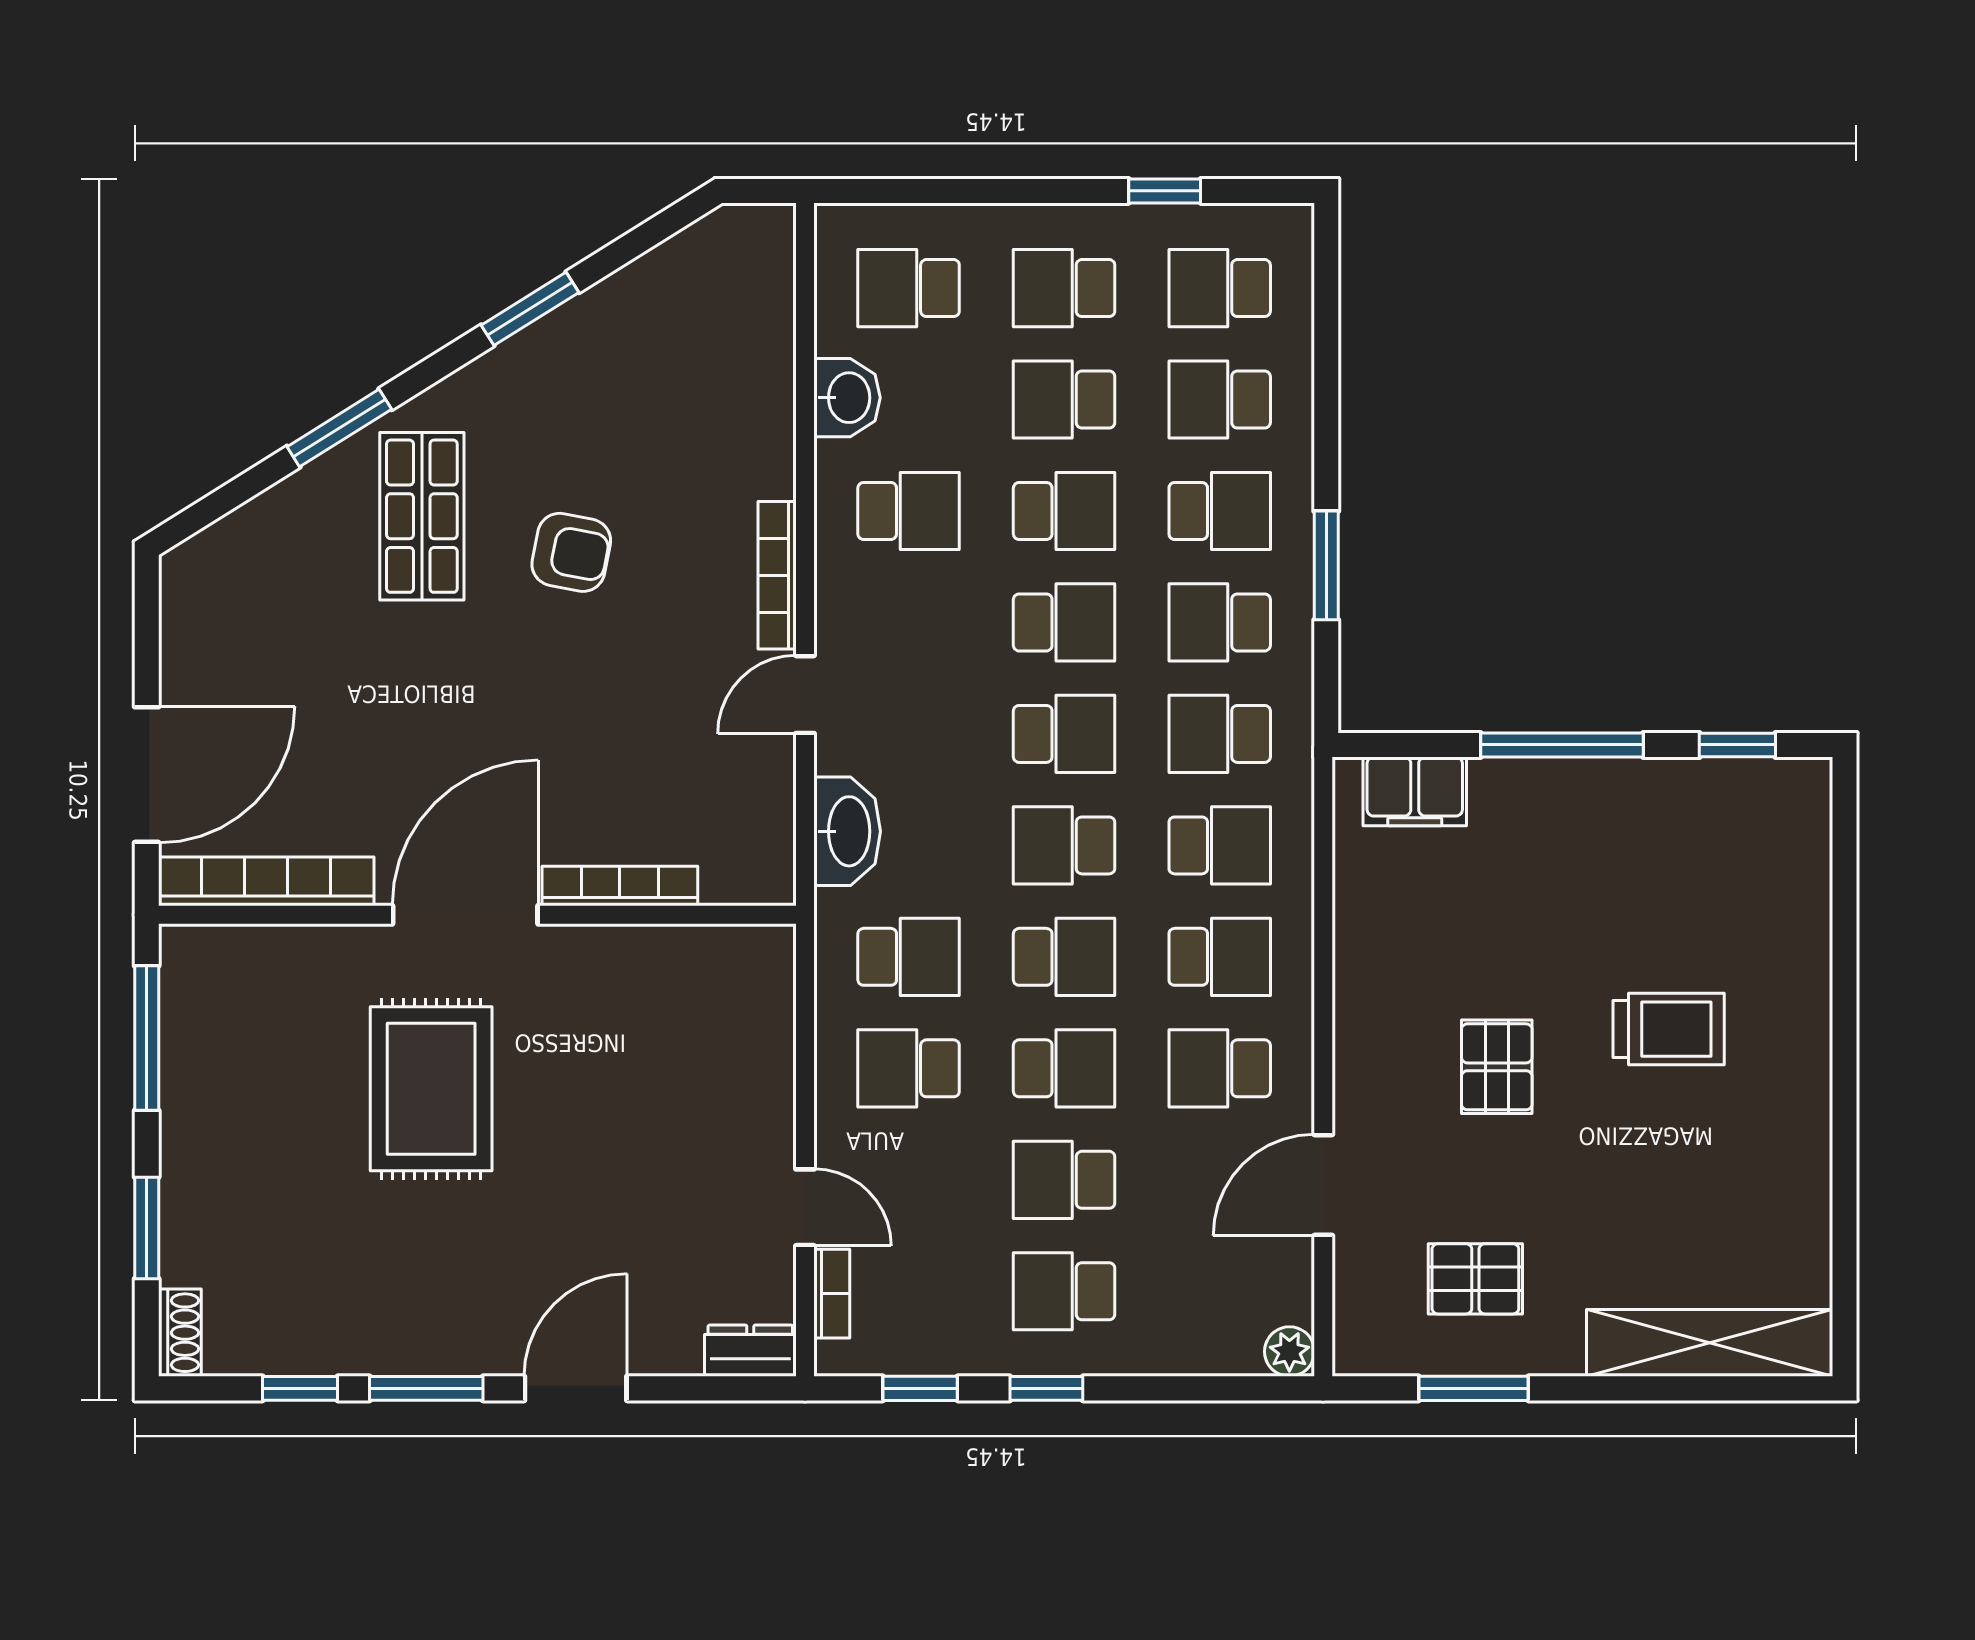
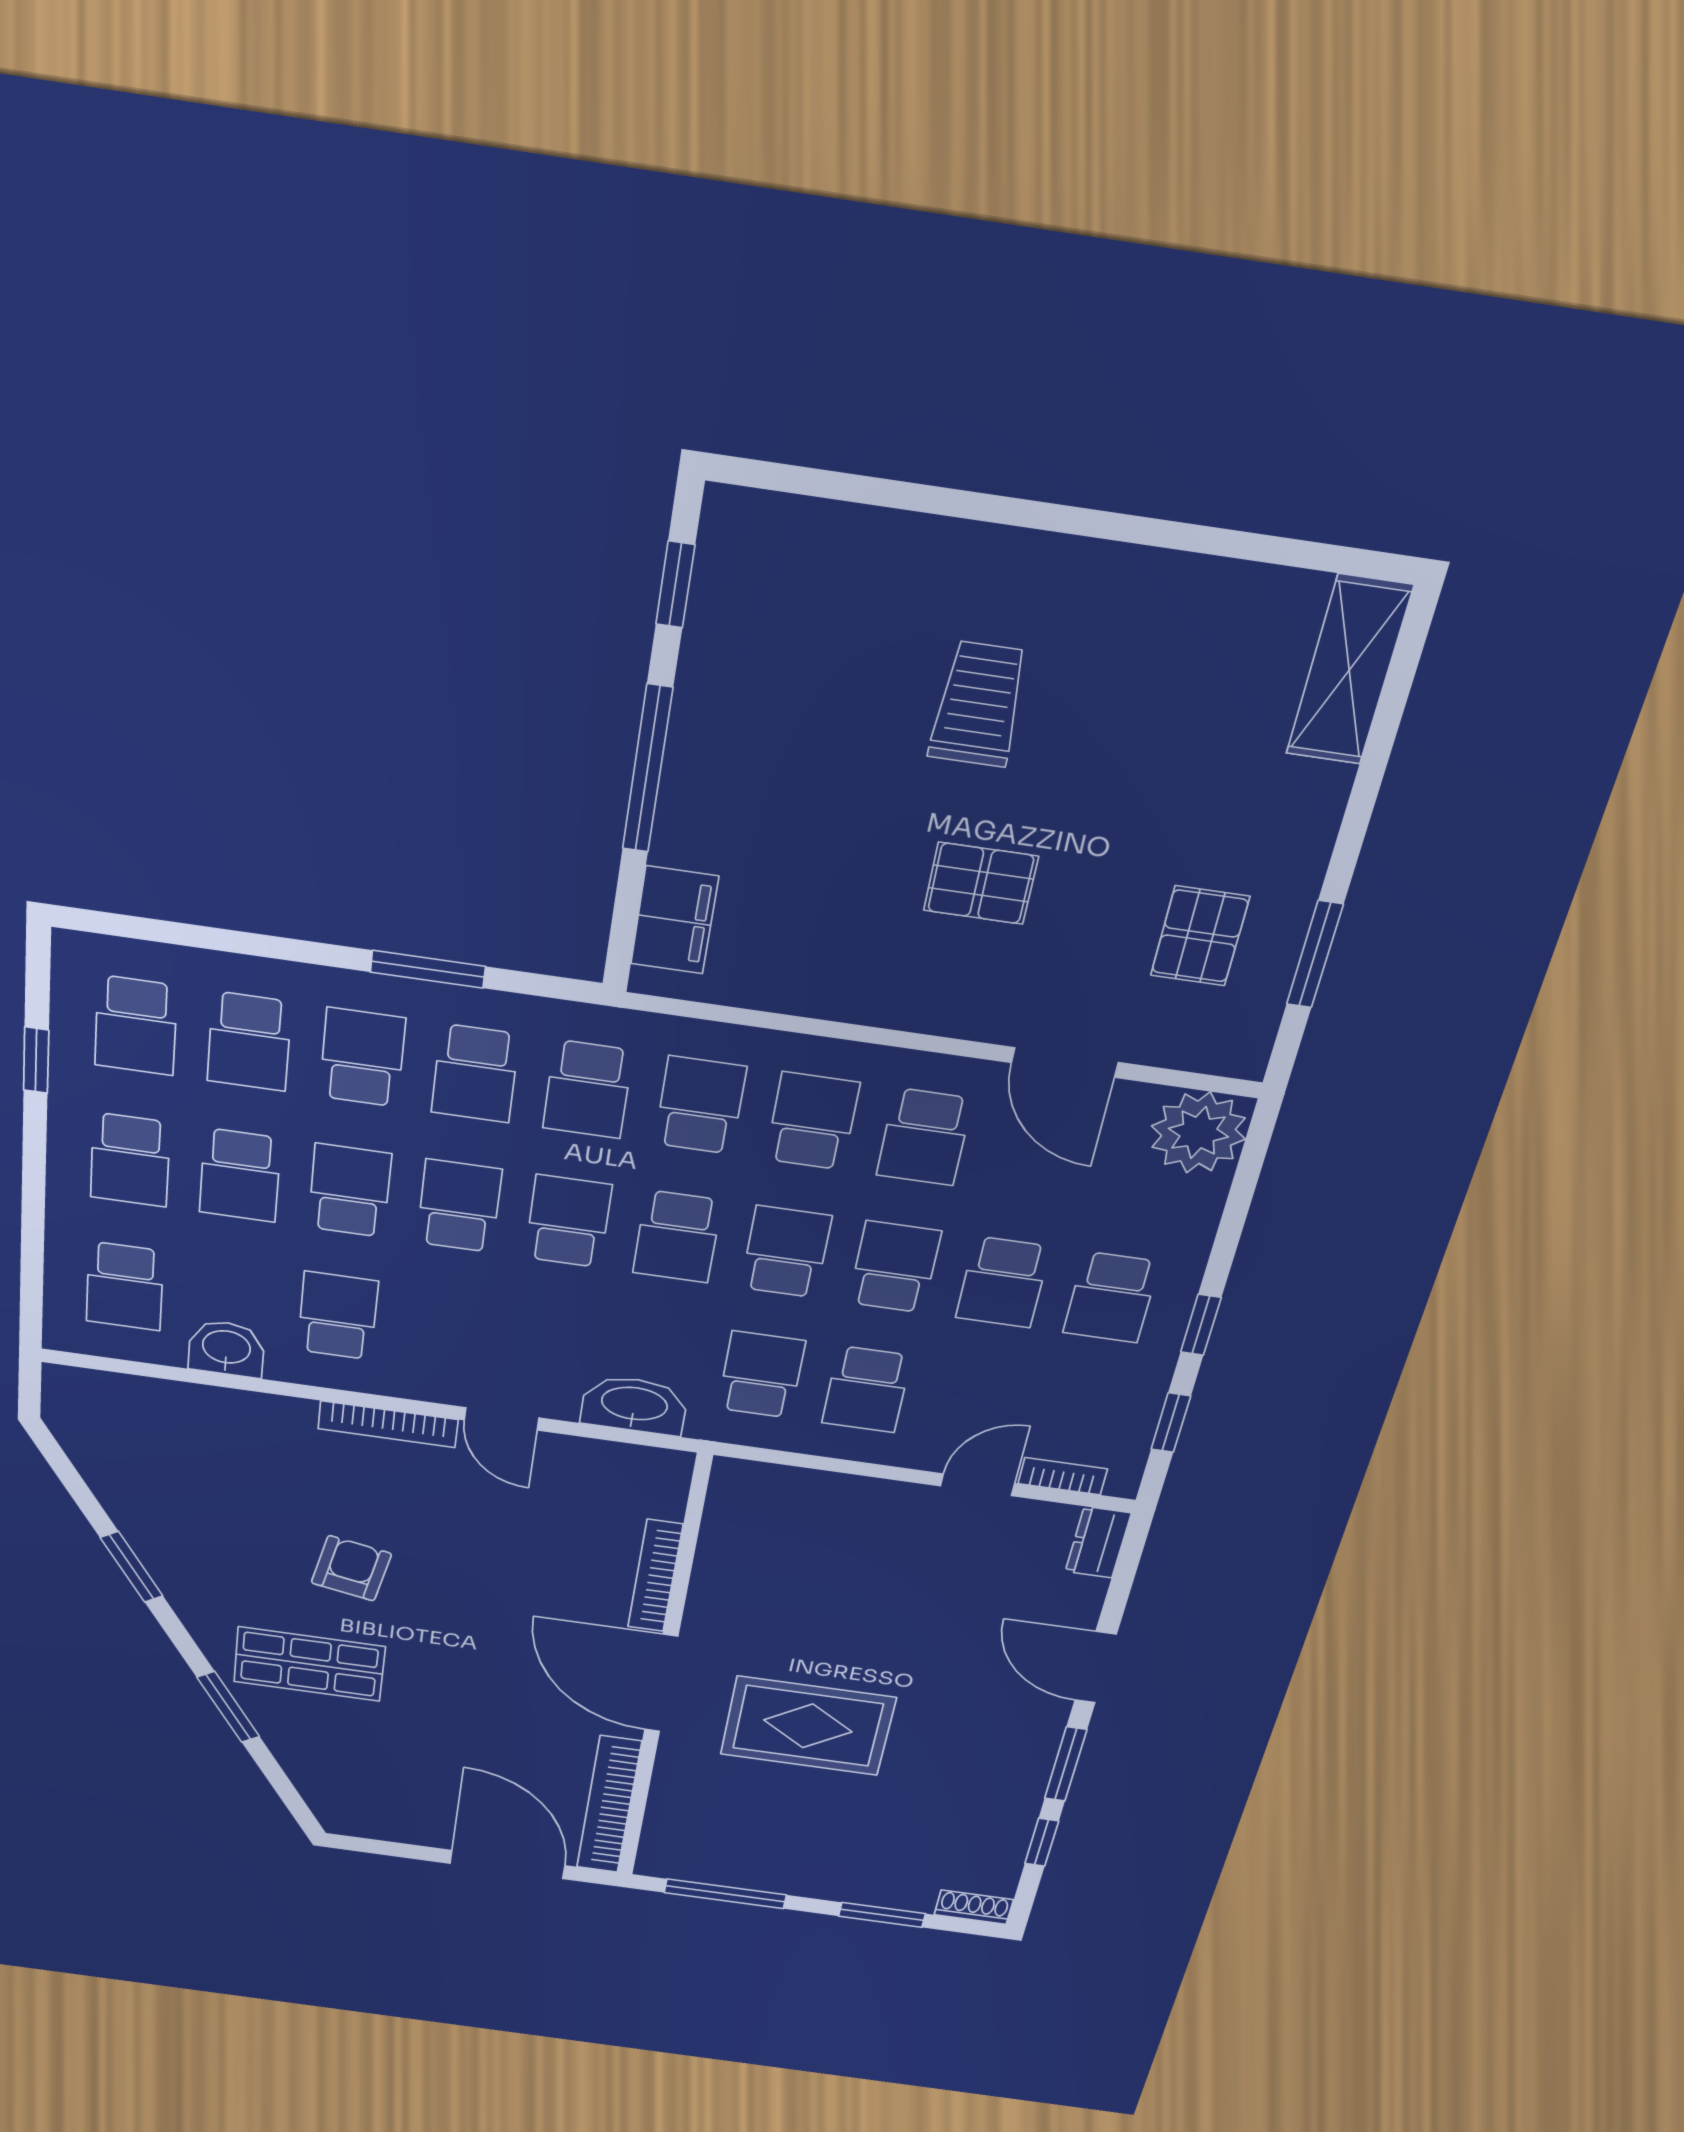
shelving: (1710, 1343) -> (1349, 670), width x0.68
plant: (1289, 1352) -> (1198, 1133), width x1.87, depth x1.87

